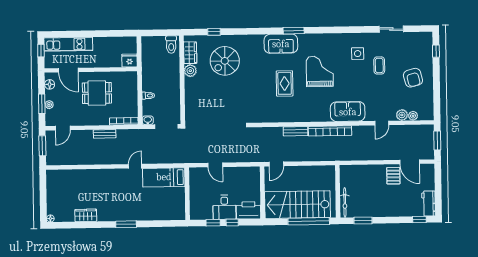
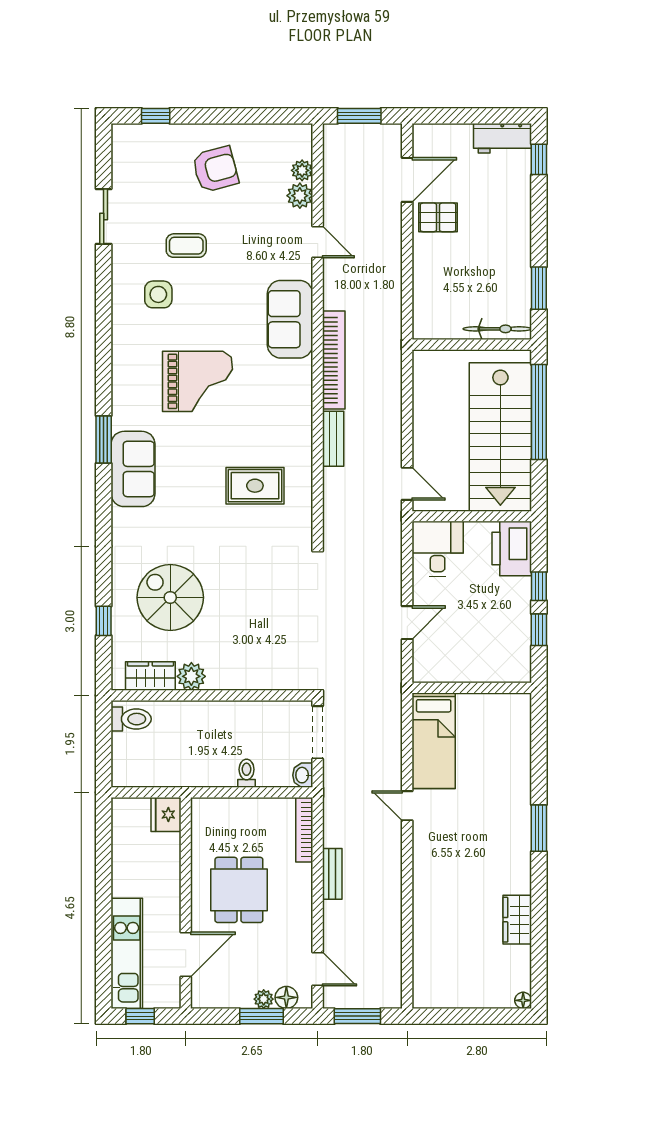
spiral stairs: (225, 61) -> (170, 597), turned 180
grand piano: (320, 71) -> (198, 381), turned 180
rug: (285, 83) -> (255, 486), moved
floor lamp: (50, 84) -> (286, 997), moved
desk: (224, 207) -> (438, 549), moved, turned -90

